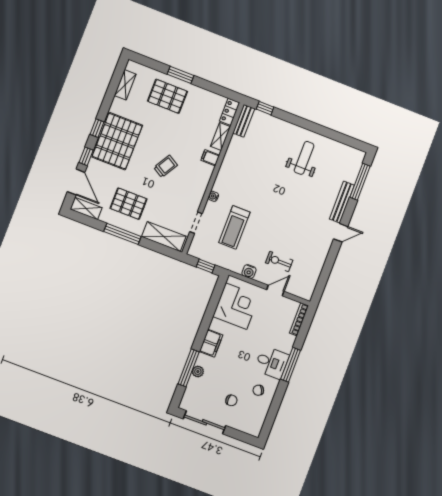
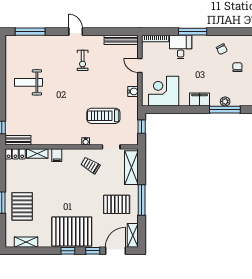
trolley: (166, 166) -> (90, 165), moved
bench: (342, 202) -> (121, 40), moved
pallet: (129, 204) -> (117, 204), turned 90
treadmill: (234, 227) -> (103, 116), turned 180
exercise bike: (279, 261) -> (83, 60), moved
desk: (272, 362) -> (181, 47), moved

